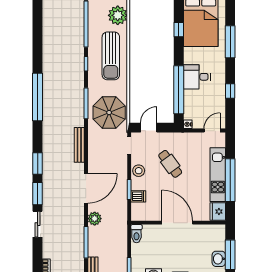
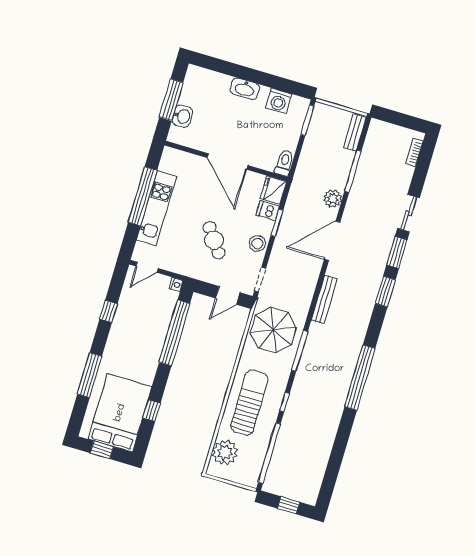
desk: (197, 77) -> (146, 343), removed
fridge: (218, 212) -> (273, 190), moved, turned 180
washbasin: (219, 259) -> (182, 116), moved

